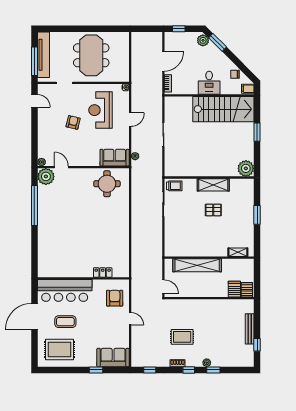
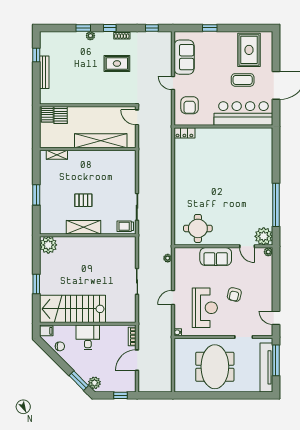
sofa: (115, 158) -> (216, 257), moved
locker: (103, 272) -> (184, 133), moved
rug: (59, 349) -> (249, 50), turned 90
sofa: (113, 358) -> (184, 57), moved, turned -90

